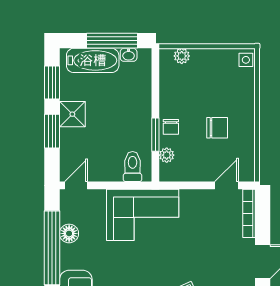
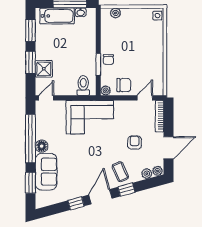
shower: (72, 114) -> (44, 69), moved
chair: (217, 128) -> (124, 85), moved
plant: (167, 155) -> (106, 90), moved
floor lamp: (69, 233) -> (42, 146), moved
armchair: (211, 254) -> (135, 143), added

